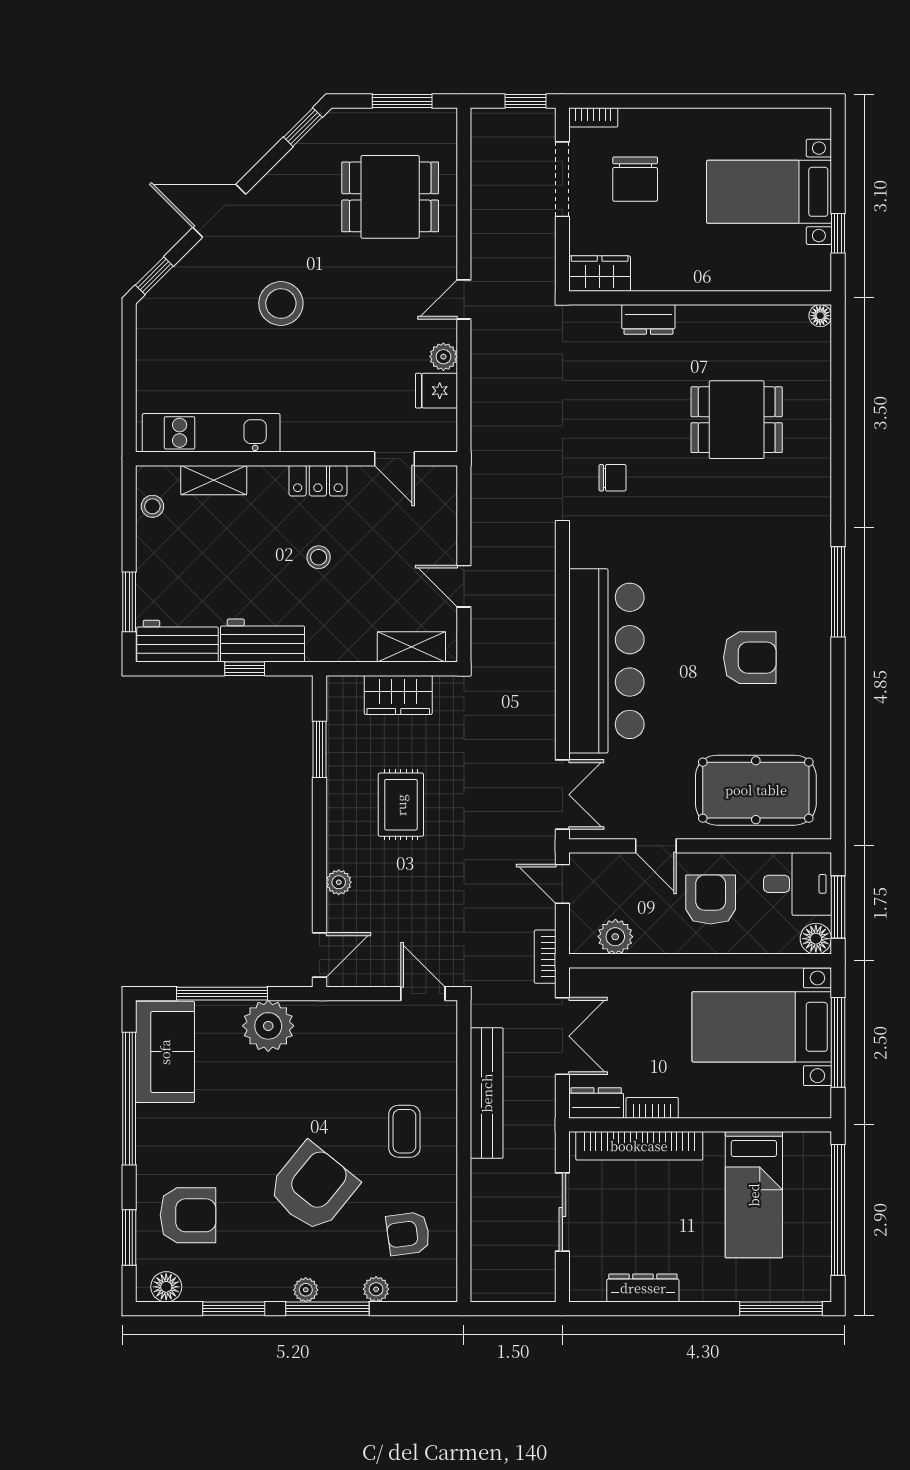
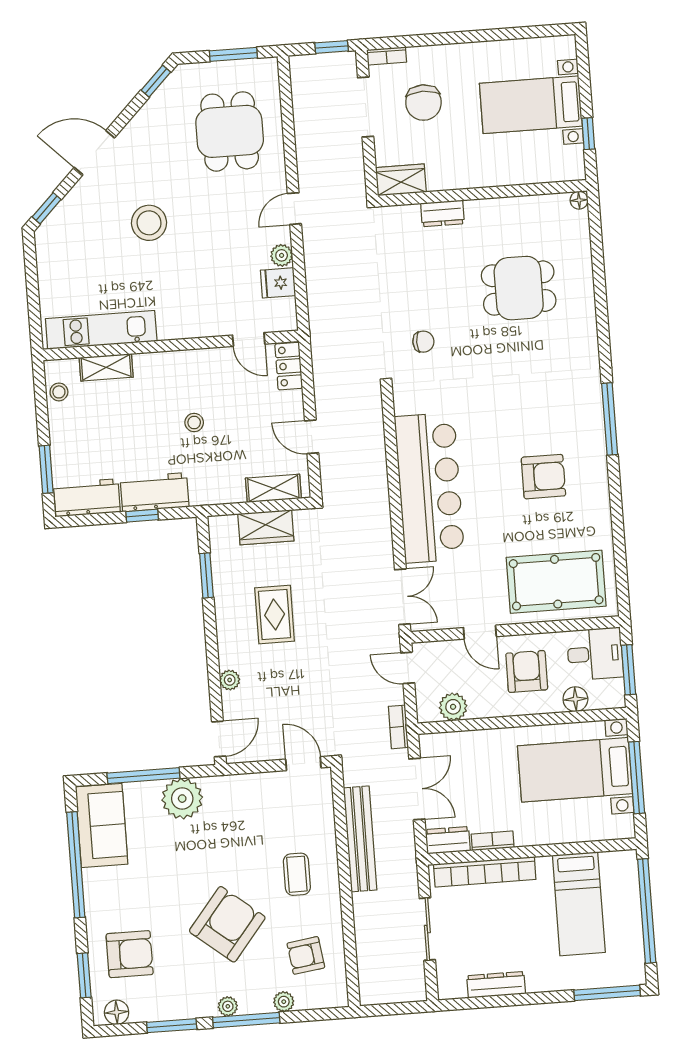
dining table: (390, 197) -> (230, 131), turned 90
locker: (318, 481) -> (289, 366), moved, turned 90
floor lamp: (816, 939) -> (575, 699), moved

